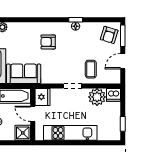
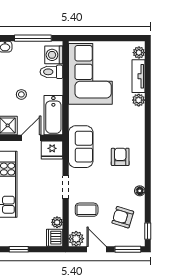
window: (76, 20) -> (148, 231), moved
armchair: (109, 35) -> (123, 217), moved
sofa: (24, 74) -> (81, 147), moved
plant: (114, 78) -> (76, 239), added
plant: (97, 97) -> (57, 222), width x0.53, depth x0.53

